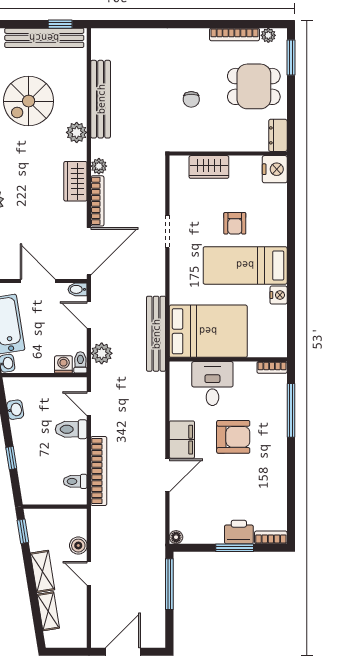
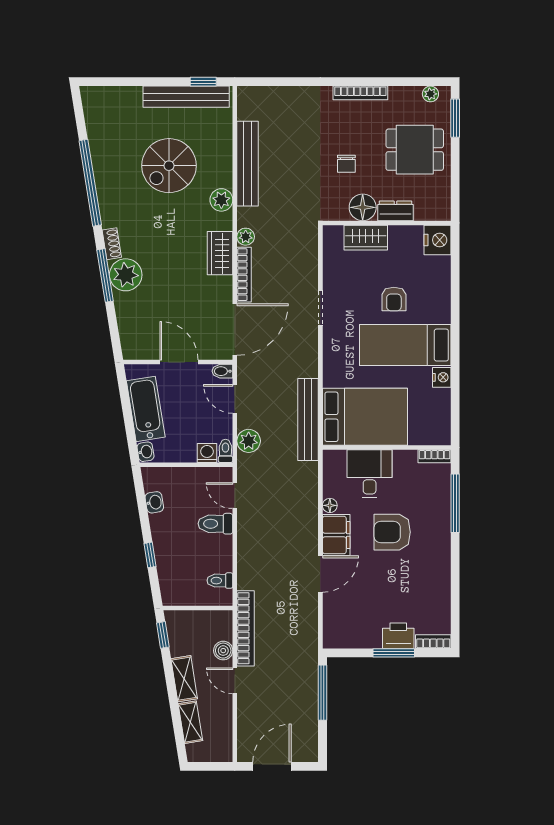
bookcase: (234, 34) -> (360, 93), moved
dresser: (278, 135) -> (395, 211), moved, turned 90
floor lamp: (206, 139) -> (363, 207), added
armchair: (233, 437) -> (392, 532), turned 180
bookcase: (99, 471) -> (246, 628), moved
floor lamp: (176, 537) -> (330, 505), moved

